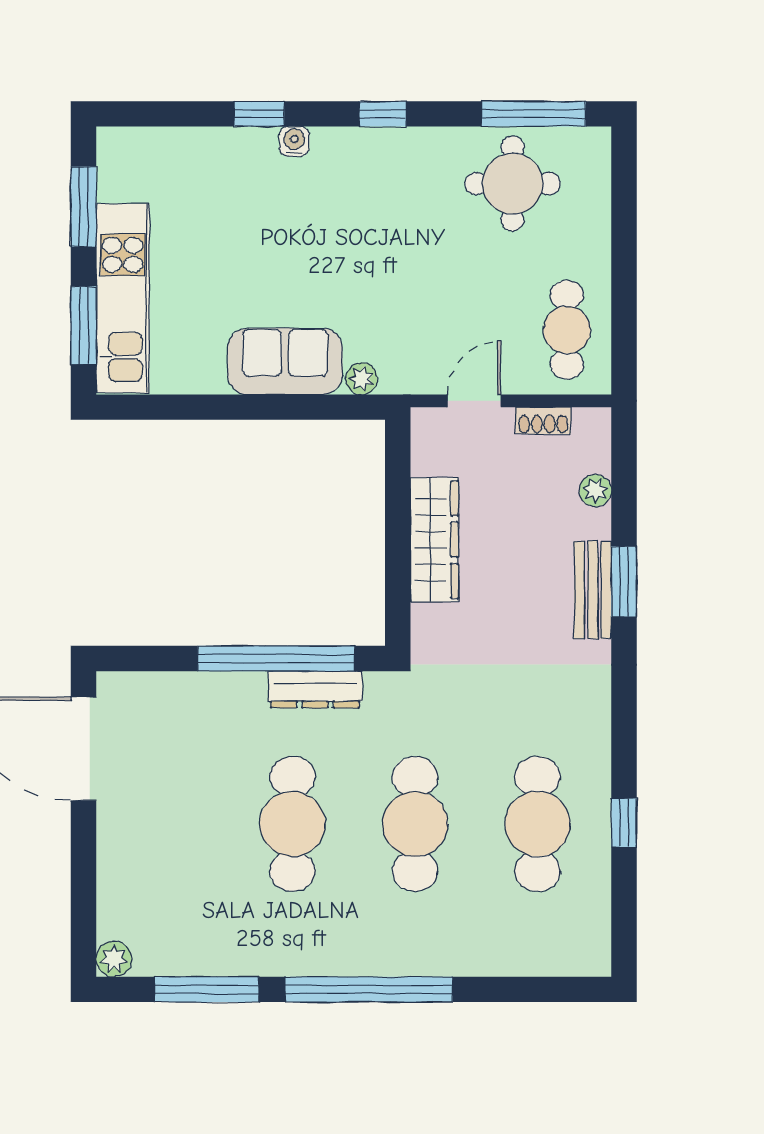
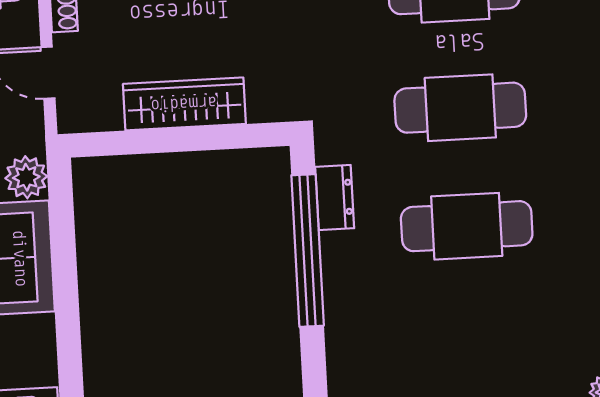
plant: (362, 379) -> (26, 177), width x1.38, depth x1.38
dresser: (315, 689) -> (335, 198), width x0.70

